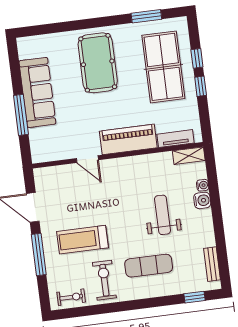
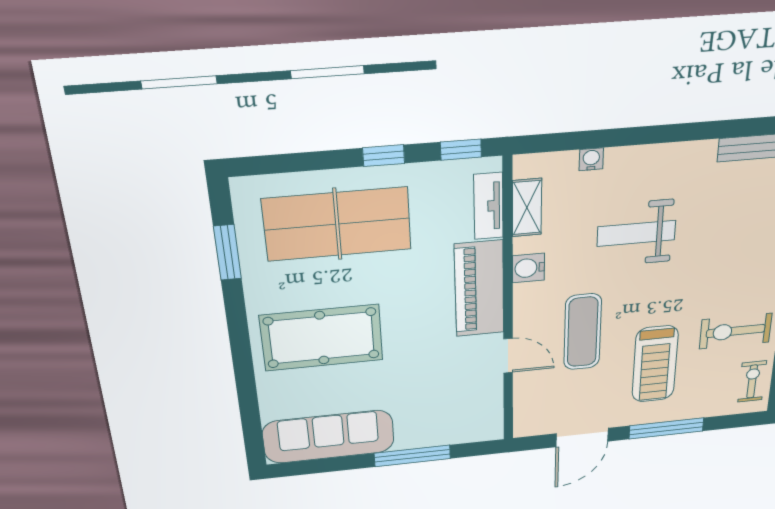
window: (197, 58) -> (461, 150), moved
sofa: (37, 92) -> (329, 437), moved
shelving: (189, 156) -> (527, 208), moved
door: (87, 159) -> (508, 356), hinge flipped
water cooler: (202, 200) -> (528, 268), moved, turned -90
exercise mat: (149, 266) -> (583, 332), moved

